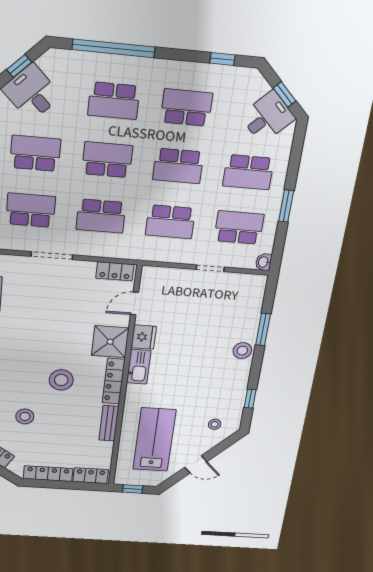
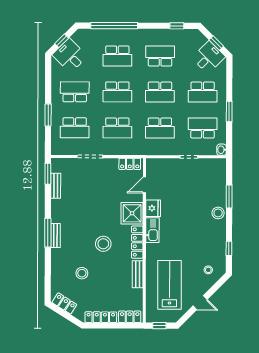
school desk: (107, 160) -> (117, 92), turned 180
school desk: (31, 210) -> (75, 128), turned 180

